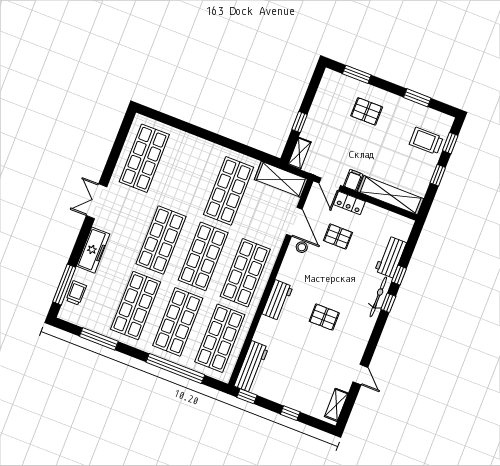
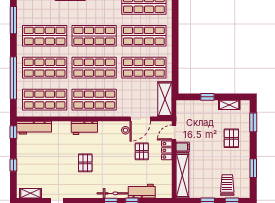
shelving: (300, 153) -> (229, 105), moved
shop shelf: (186, 175) -> (144, 36), added

